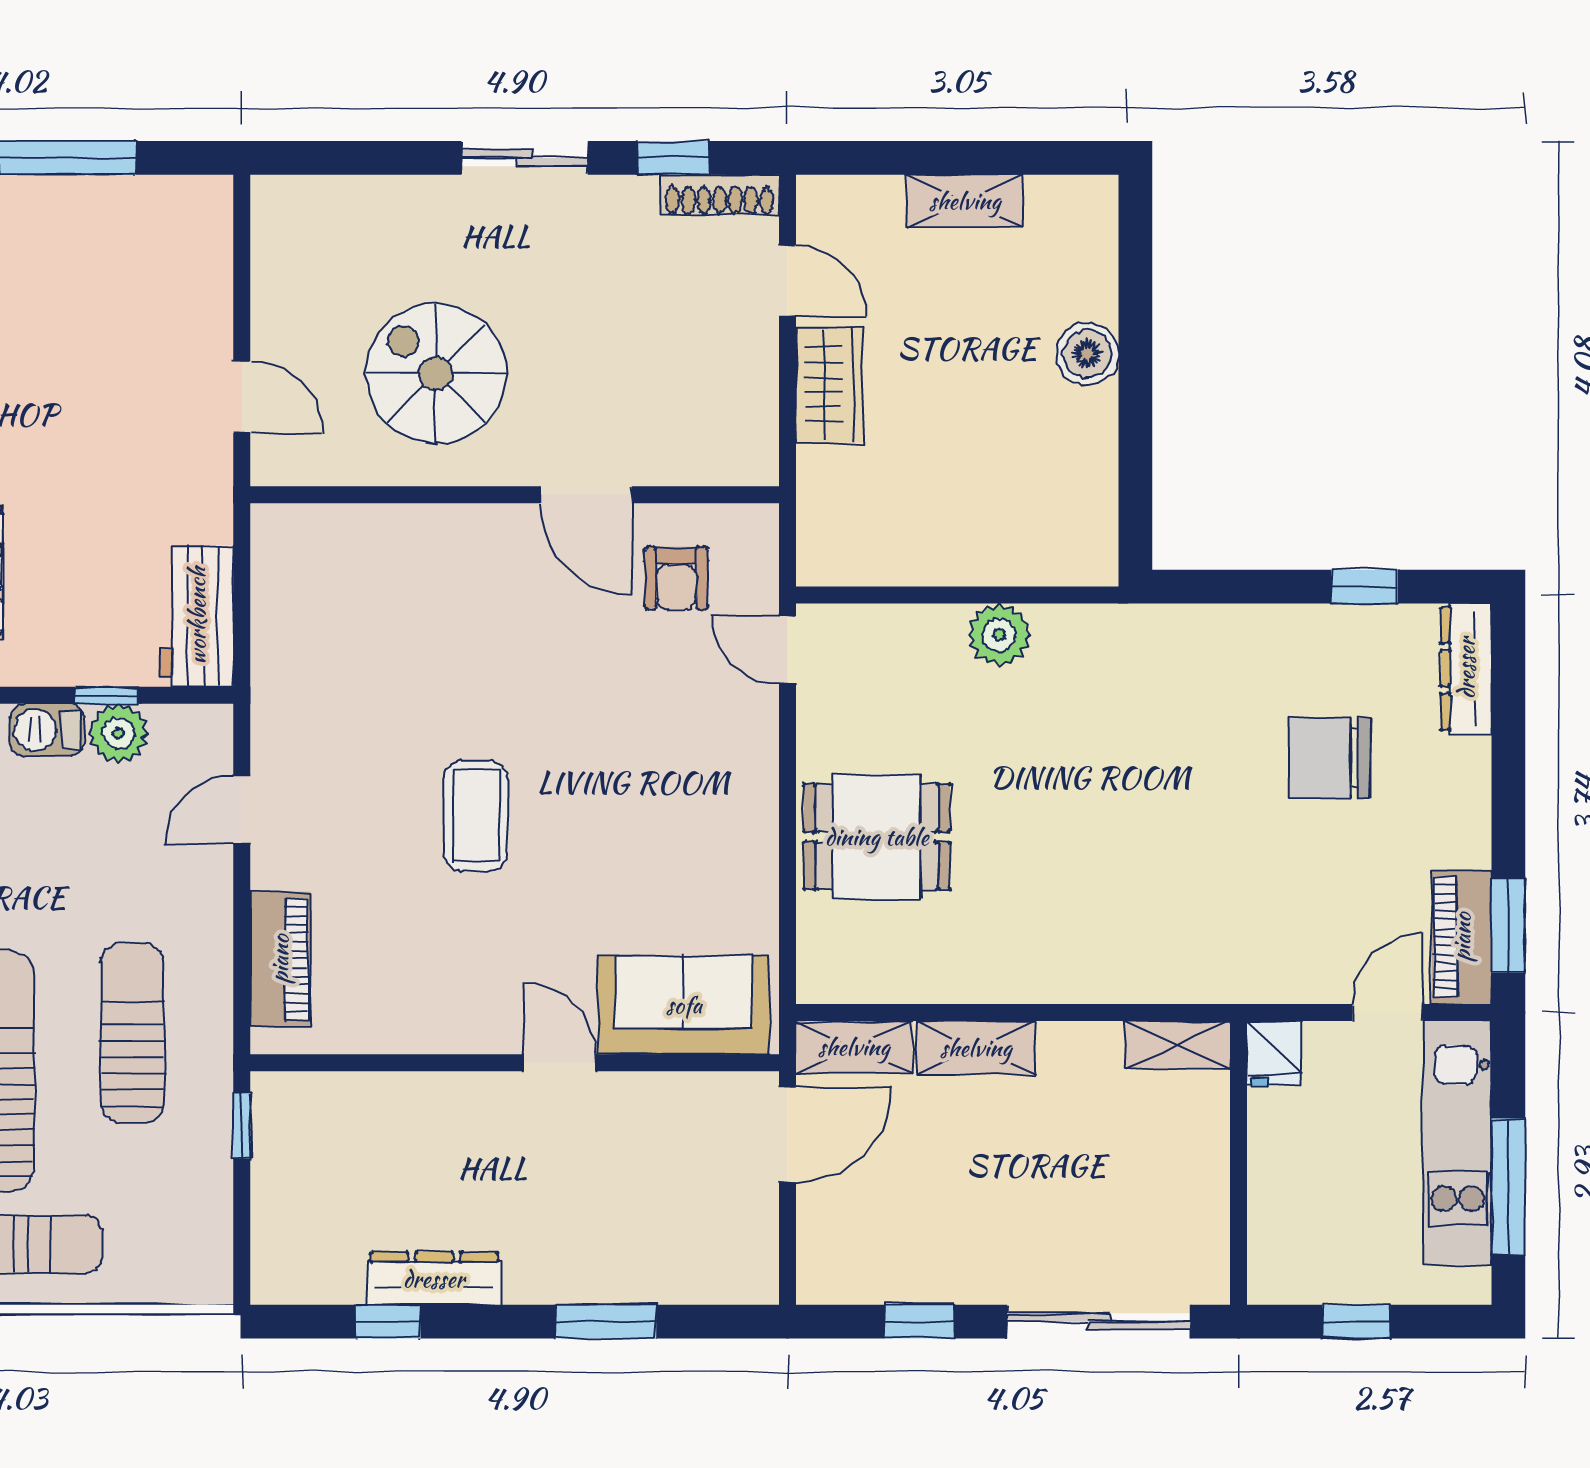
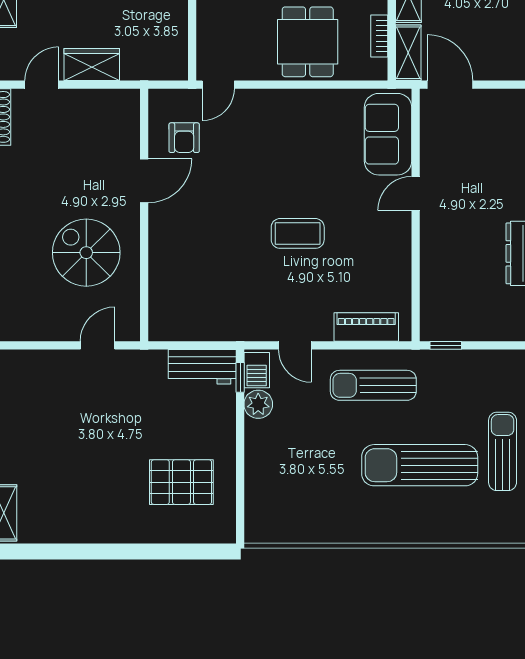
spiral stairs: (436, 373) -> (86, 253), turned 90
armchair: (676, 578) -> (184, 138), turned 90
window: (107, 695) -> (240, 377), moved
barbecue: (47, 730) -> (257, 370), moved
bookcase: (889, 986) -> (379, 36), added
sun lounger: (132, 1033) -> (373, 385), moved

